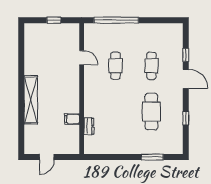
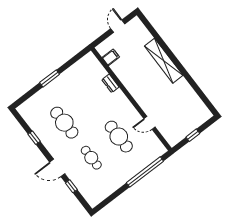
cafe table: (115, 66) -> (119, 137), width x1.37, depth x1.35
filing cabinet: (72, 119) -> (111, 57), moved
dresser: (89, 126) -> (110, 83), moved
window: (152, 157) -> (50, 78), moved

